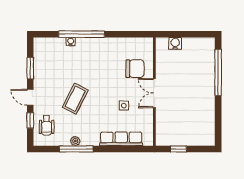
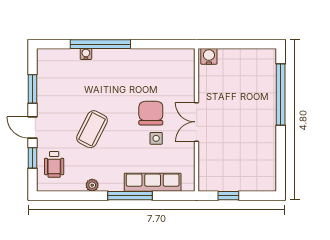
water cooler: (175, 43) -> (209, 56), moved
chair: (135, 69) -> (151, 113), moved, turned -90
window: (76, 149) -> (130, 196), moved

